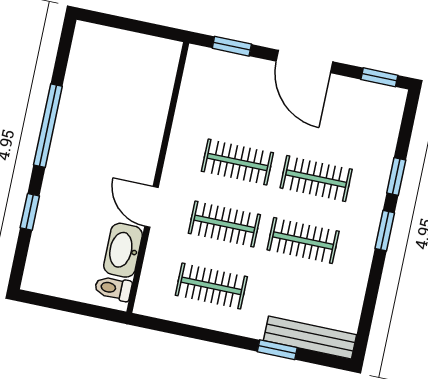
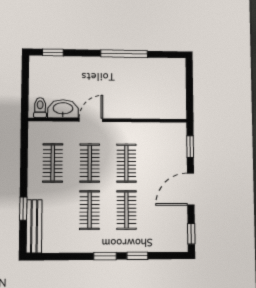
window: (30, 212) -> (53, 52), moved

